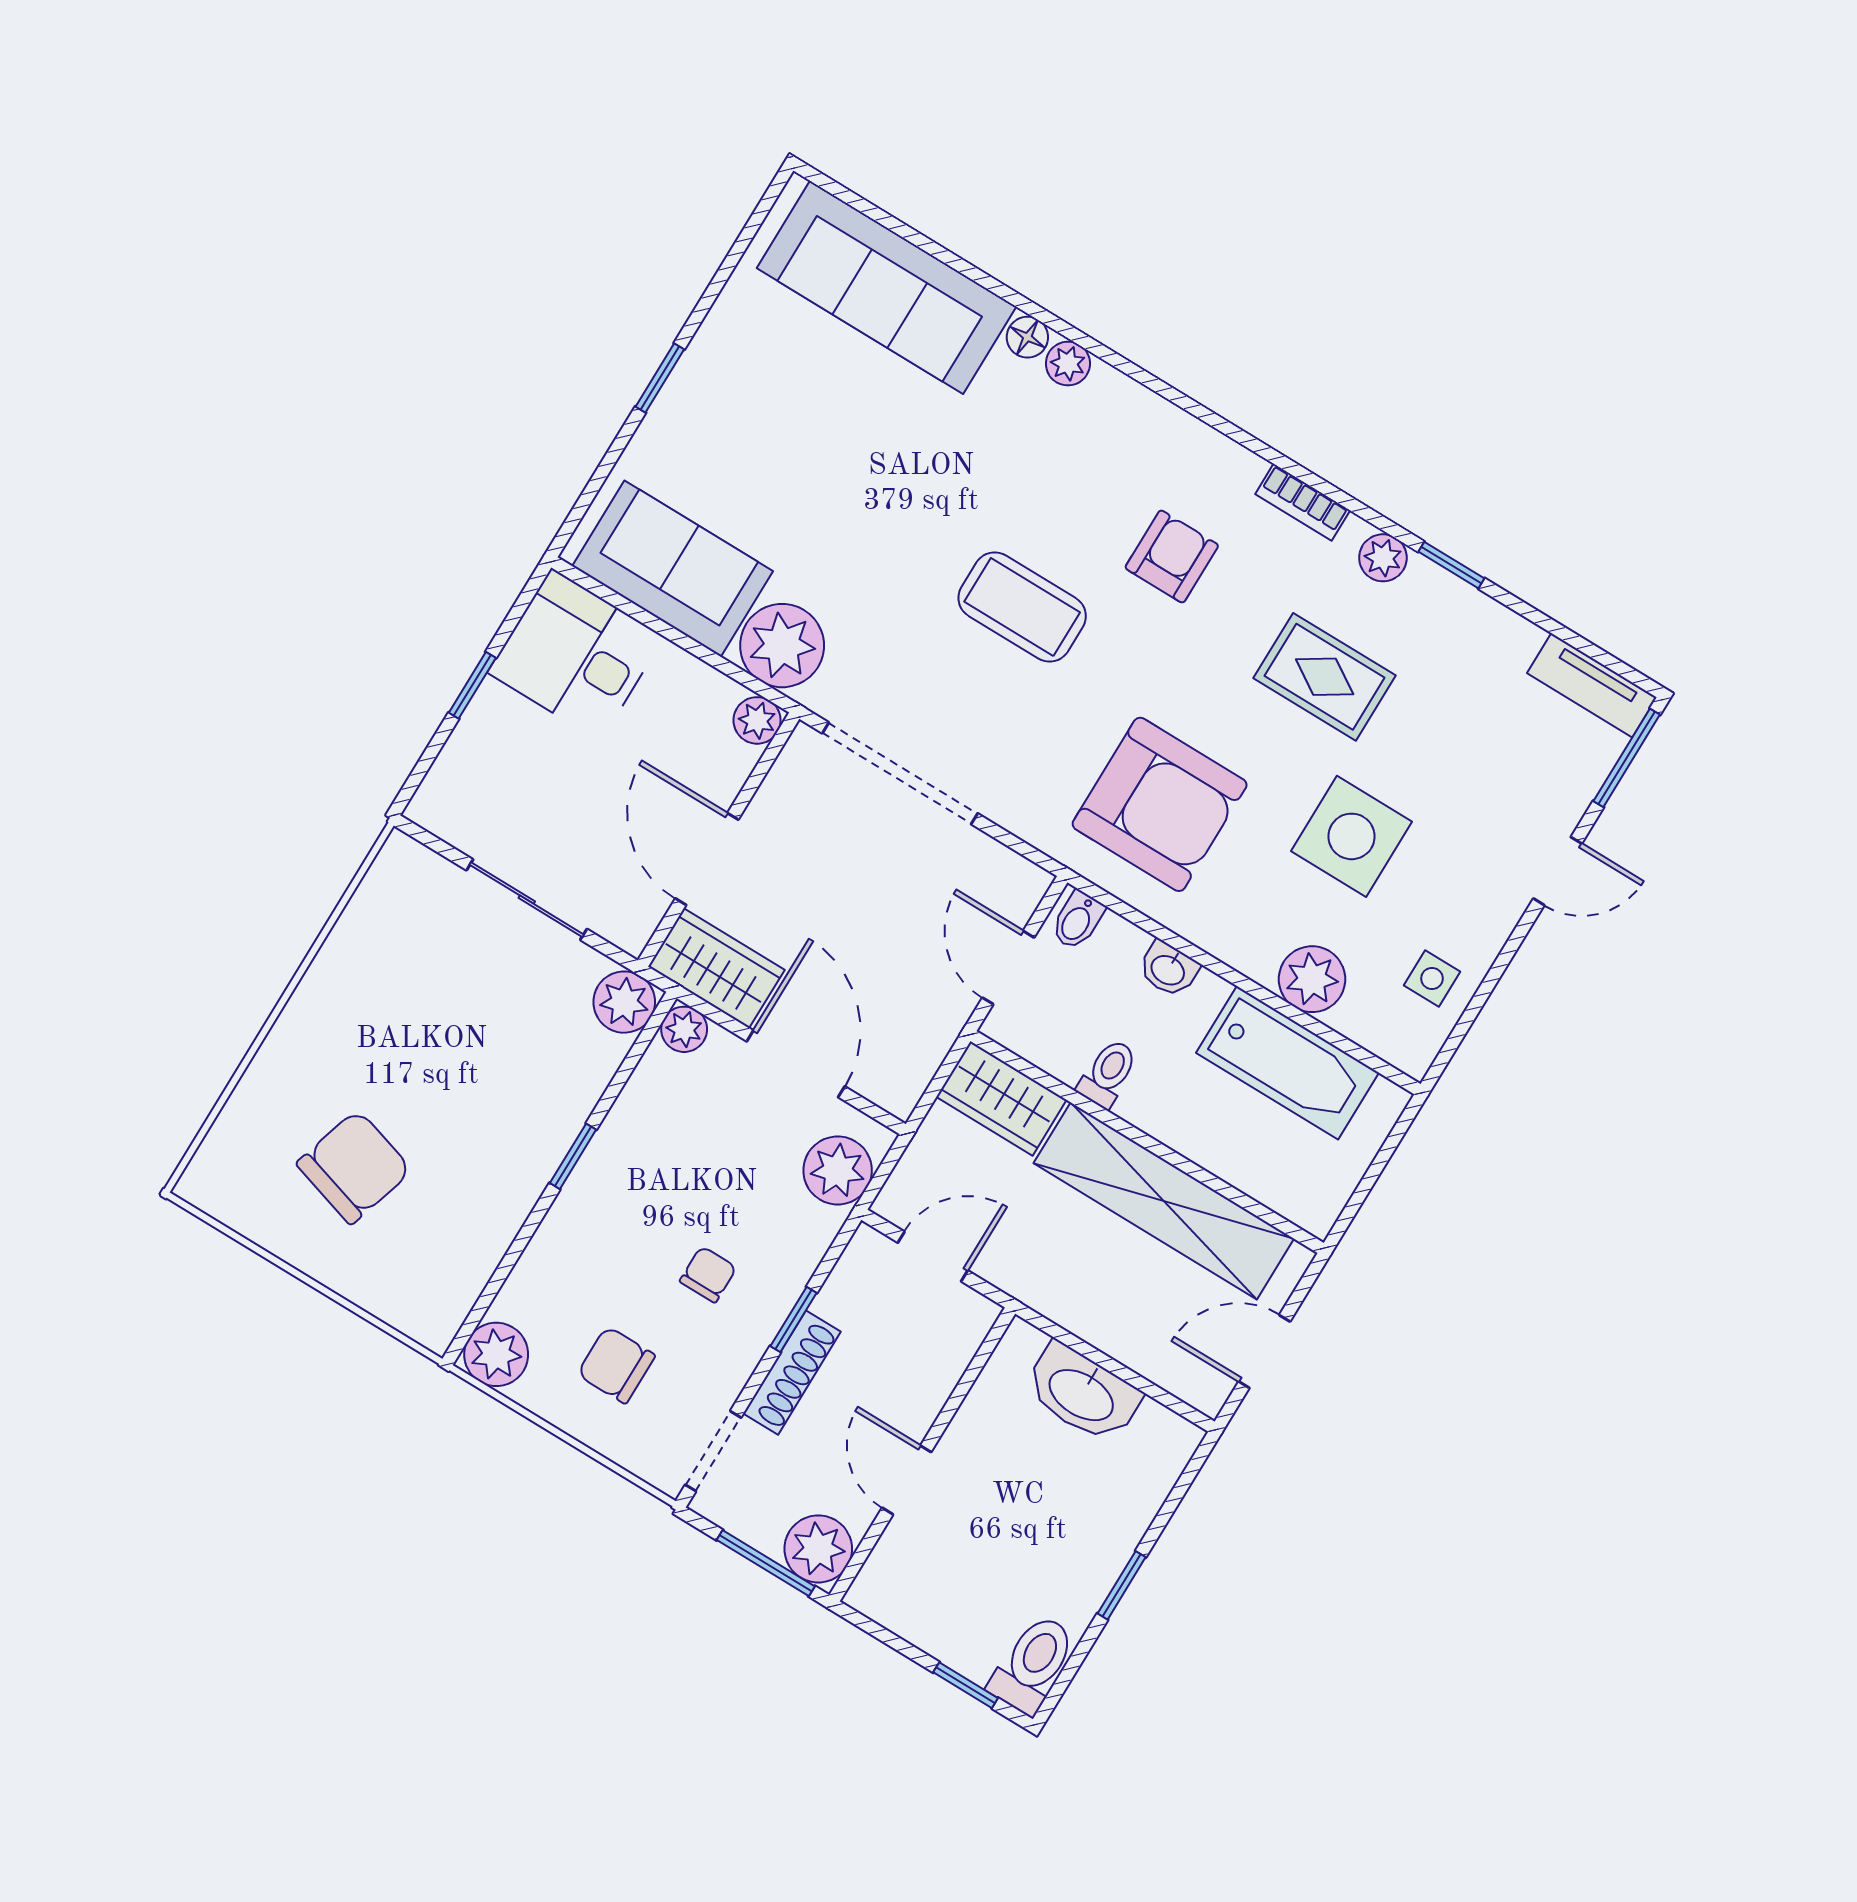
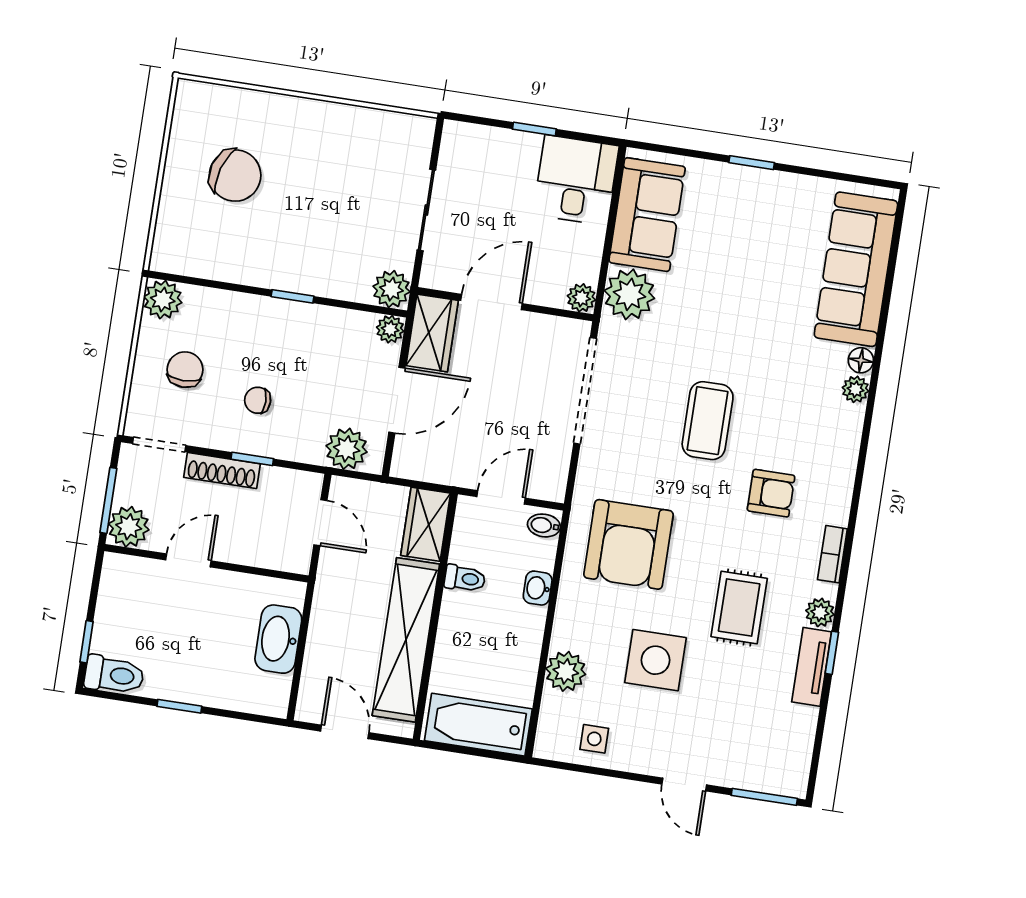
tv unit: (1592, 685) -> (812, 667), moved
bathtub: (1288, 1063) -> (478, 725), moved, turned 90
chair: (708, 1274) -> (258, 400), turned 180

